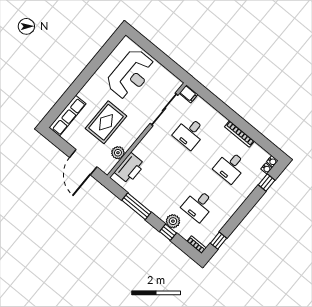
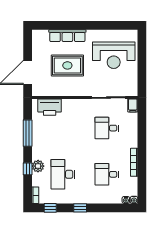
row of seats: (68, 116) -> (67, 36), moved
plant: (118, 153) -> (53, 91), removed
window: (267, 182) -> (80, 208), moved
desk: (198, 205) -> (63, 174), width x1.37

